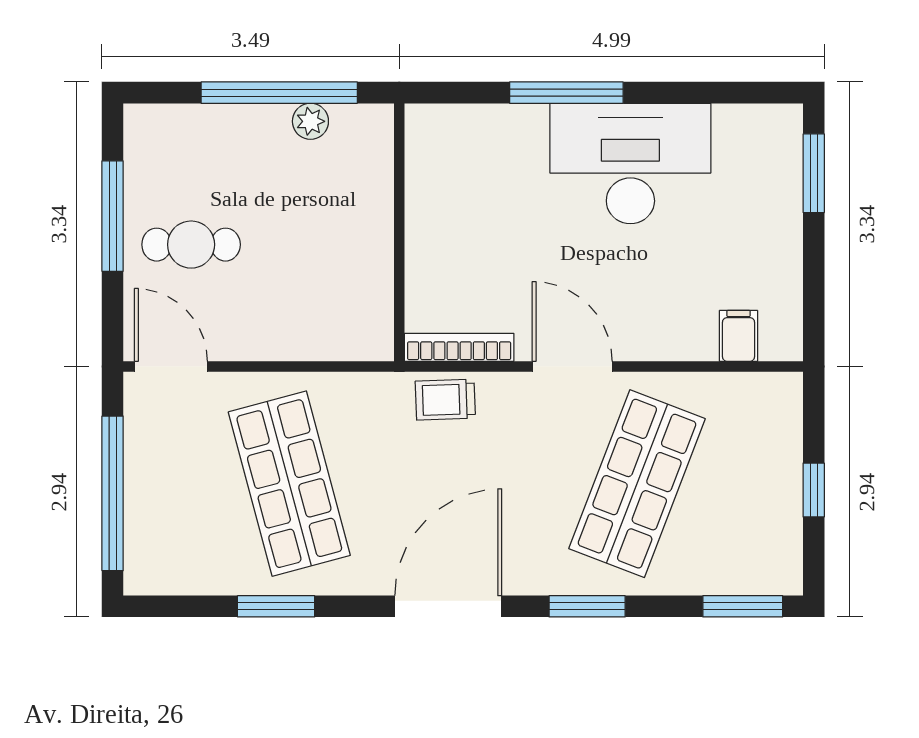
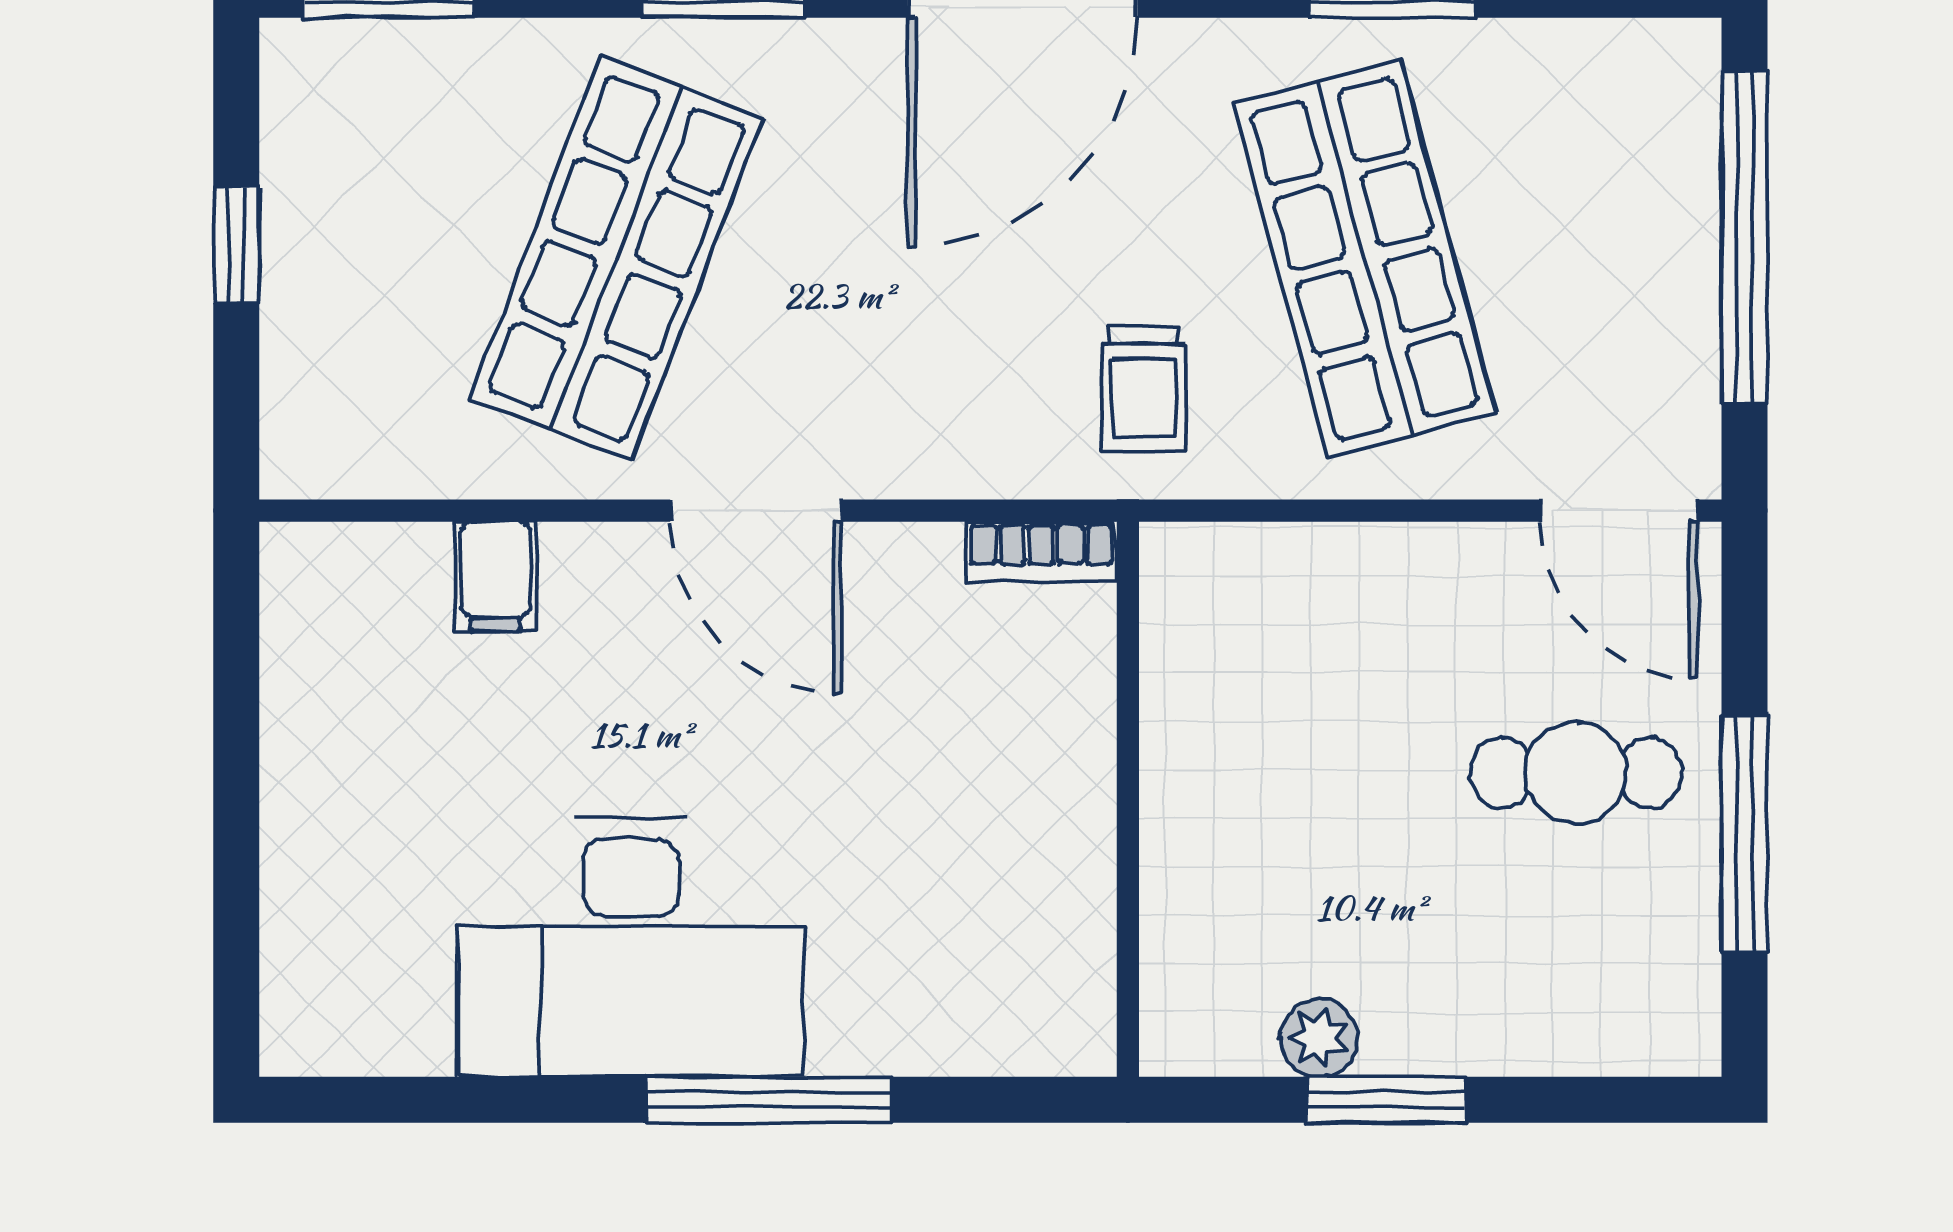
window: (279, 93) -> (1386, 1100), width x0.47
window: (814, 173) -> (236, 926), removed
filing cabinet: (739, 336) -> (495, 576), moved
bookcase: (459, 347) -> (1041, 552), width x0.64
trolley: (445, 400) -> (1144, 389), moved, turned 92

